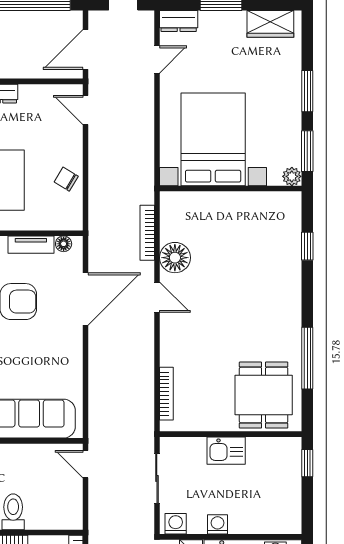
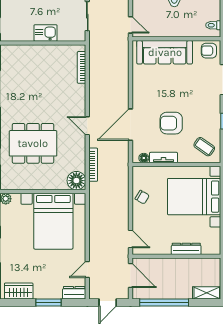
door: (85, 50) -> (131, 276), hinge flipped
floor lamp: (175, 258) -> (76, 181), moved
dining table: (264, 395) -> (33, 143), moved, width x1.38

